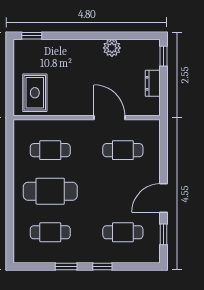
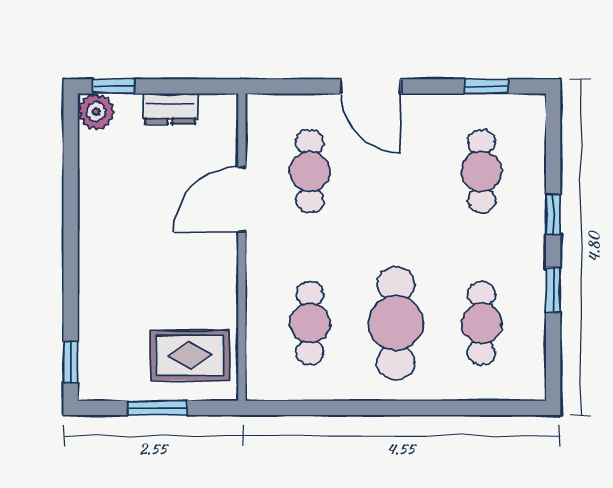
plant: (112, 48) -> (96, 112), moved
window: (10, 77) -> (158, 408), added
door: (163, 198) -> (371, 86), moved

